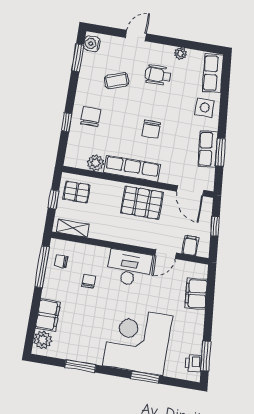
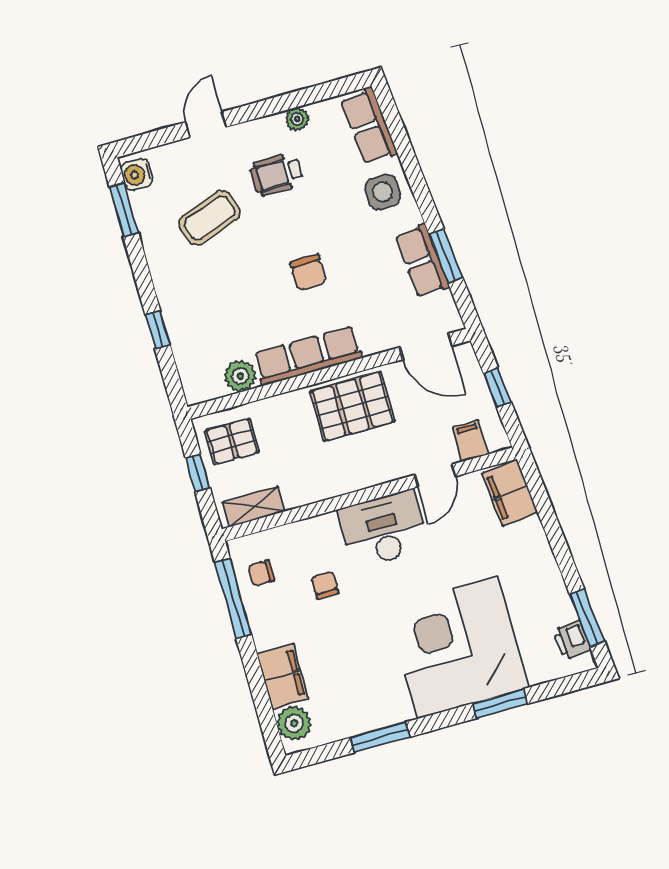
coffee table: (117, 81) -> (210, 218), width x1.36, depth x1.30
chair: (91, 117) -> (195, 300), removed
filing cabinet: (196, 294) -> (510, 493), moved

